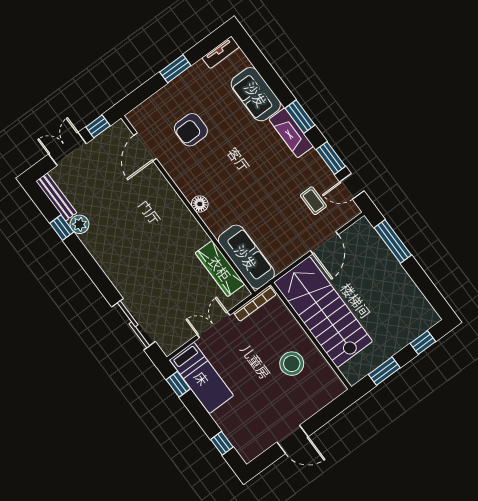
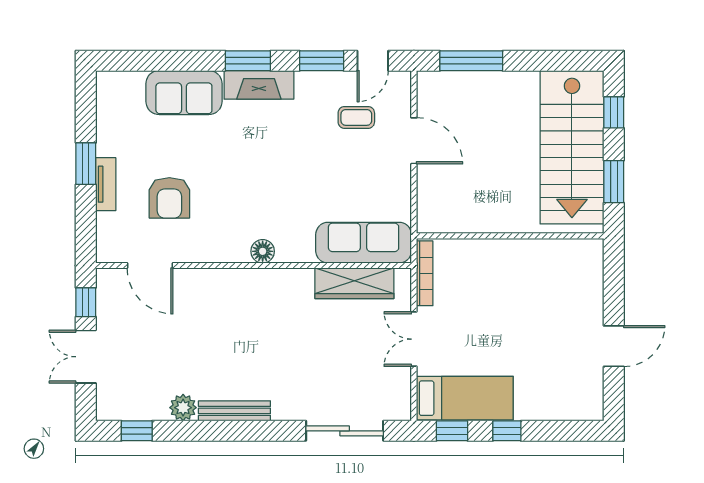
tv unit: (221, 52) -> (106, 184), moved
bench: (56, 197) -> (234, 411), moved
window: (62, 228) -> (137, 431), moved
stairs: (323, 312) -> (572, 147), moved, turned -90
stool: (292, 364) -> (526, 282), removed
window: (222, 443) -> (507, 431), moved

